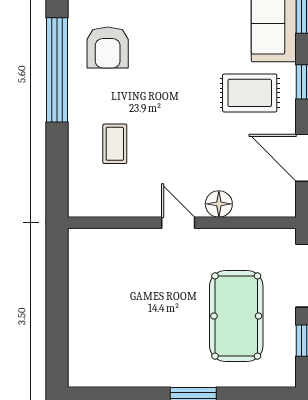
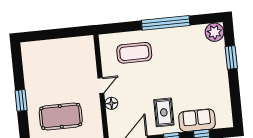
armchair: (108, 48) -> (178, 45), removed
coffee table: (115, 144) -> (134, 53), width x1.86, depth x1.72

